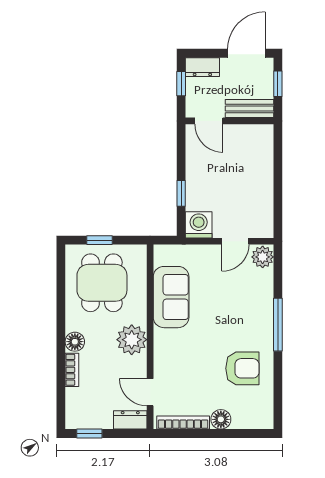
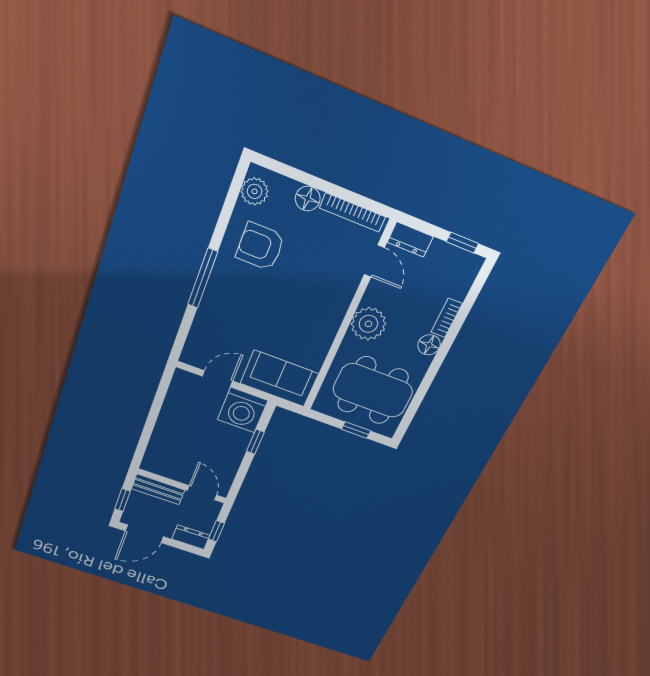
washing machine: (199, 225) -> (243, 410), width x1.37, depth x1.37
plant: (263, 257) -> (255, 191), moved
dining table: (102, 283) -> (373, 391), width x1.38
sofa: (171, 297) -> (279, 379), moved, turned 90

